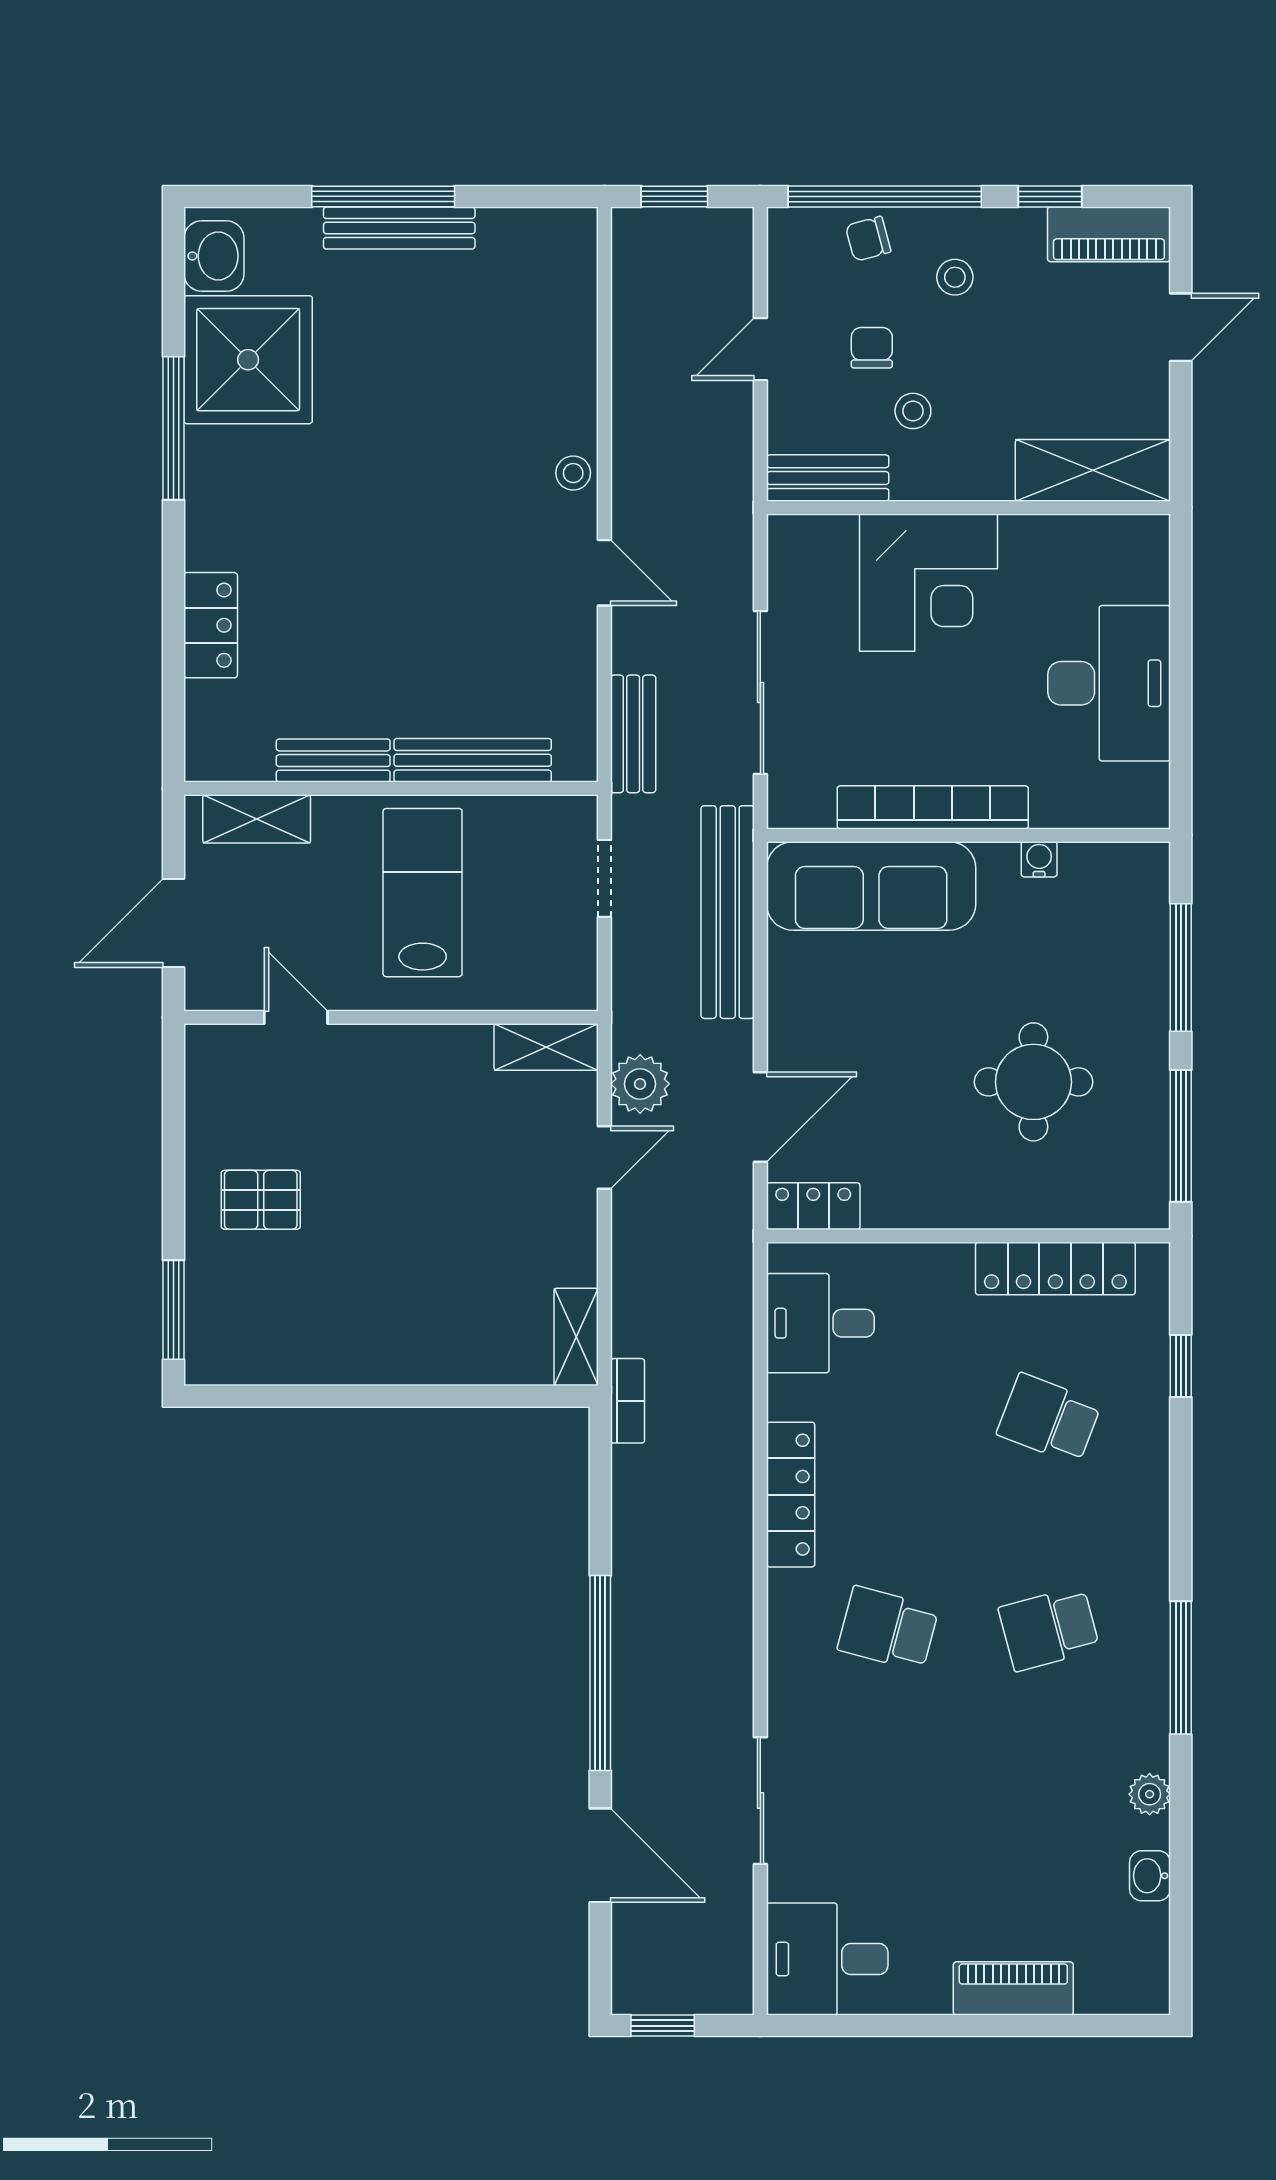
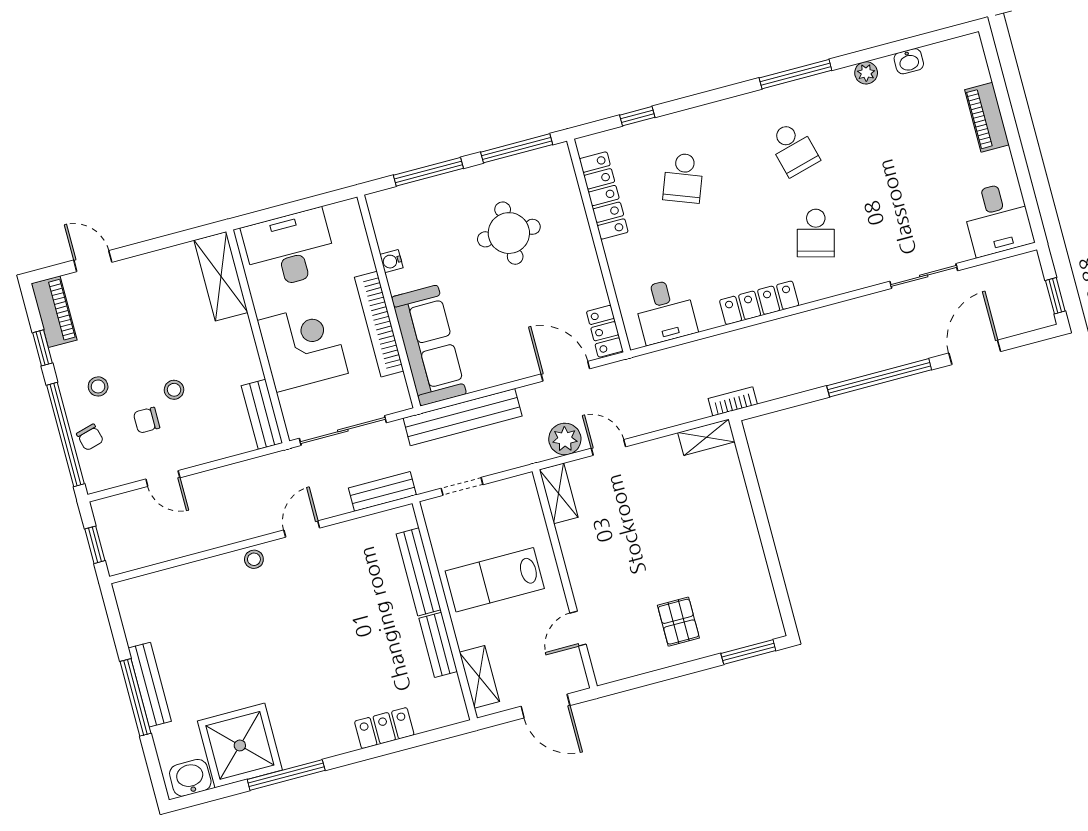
shelving: (1093, 470) -> (221, 276), moved
bench: (828, 478) -> (262, 414), moved
wall: (968, 508) -> (258, 336), moved
corner desk: (928, 583) -> (303, 347), moved

